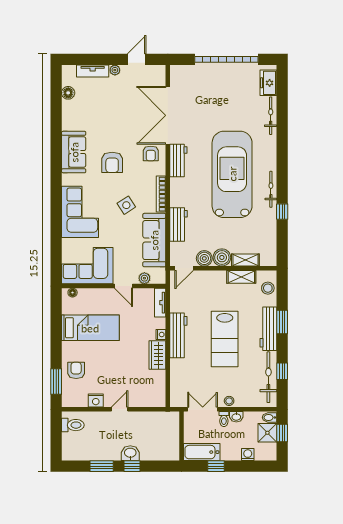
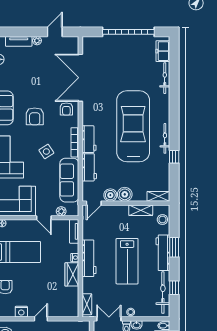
workbench: (178, 161) -> (89, 139), moved
shelving: (245, 260) -> (158, 196), moved
shelving: (176, 391) -> (87, 304), added

